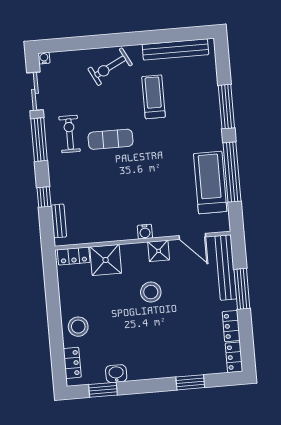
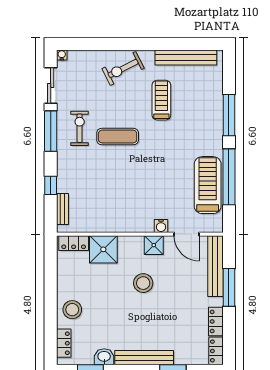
water cooler: (145, 232) -> (161, 226), moved
bench: (159, 371) -> (144, 358), added

